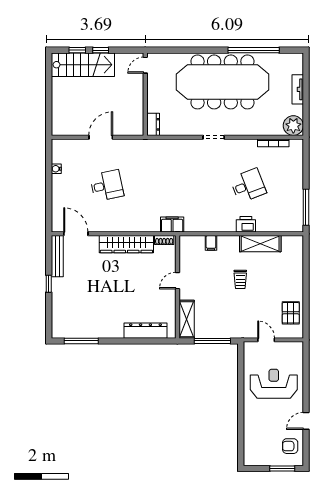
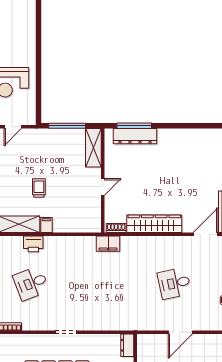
door: (76, 234) -> (206, 234), swing flipped
filing cabinet: (211, 243) -> (47, 225), moved
door: (266, 340) -> (13, 127), hinge flipped
window: (81, 341) -> (134, 126), moved

